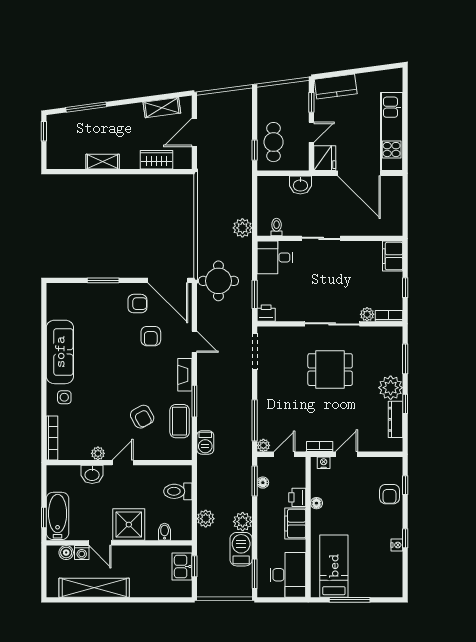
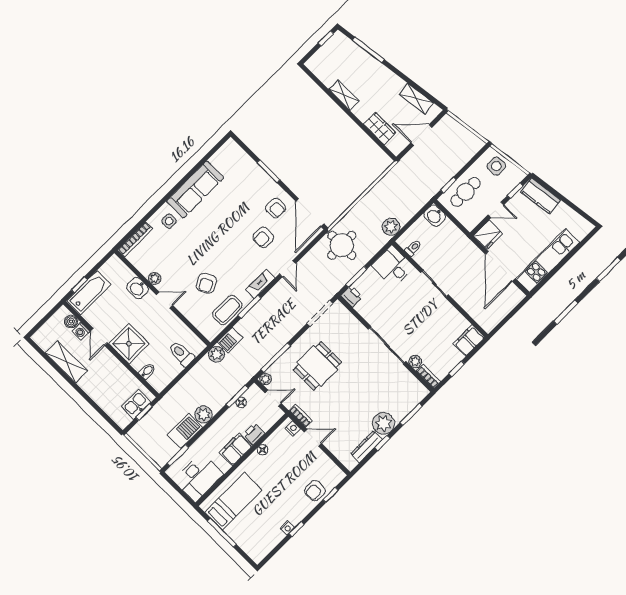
side table: (277, 98) -> (496, 166), added
washbasin: (300, 185) -> (435, 216), moved
dining table: (330, 370) -> (317, 366), moved, turned 90
plant: (206, 519) -> (216, 354), moved
shelving: (94, 588) -> (66, 362), width x0.68

